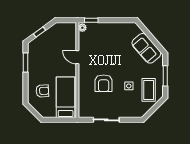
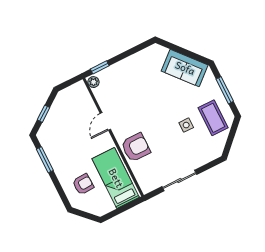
door: (77, 57) -> (105, 121), hinge flipped
armchair: (104, 83) -> (136, 147), moved, turned -90

